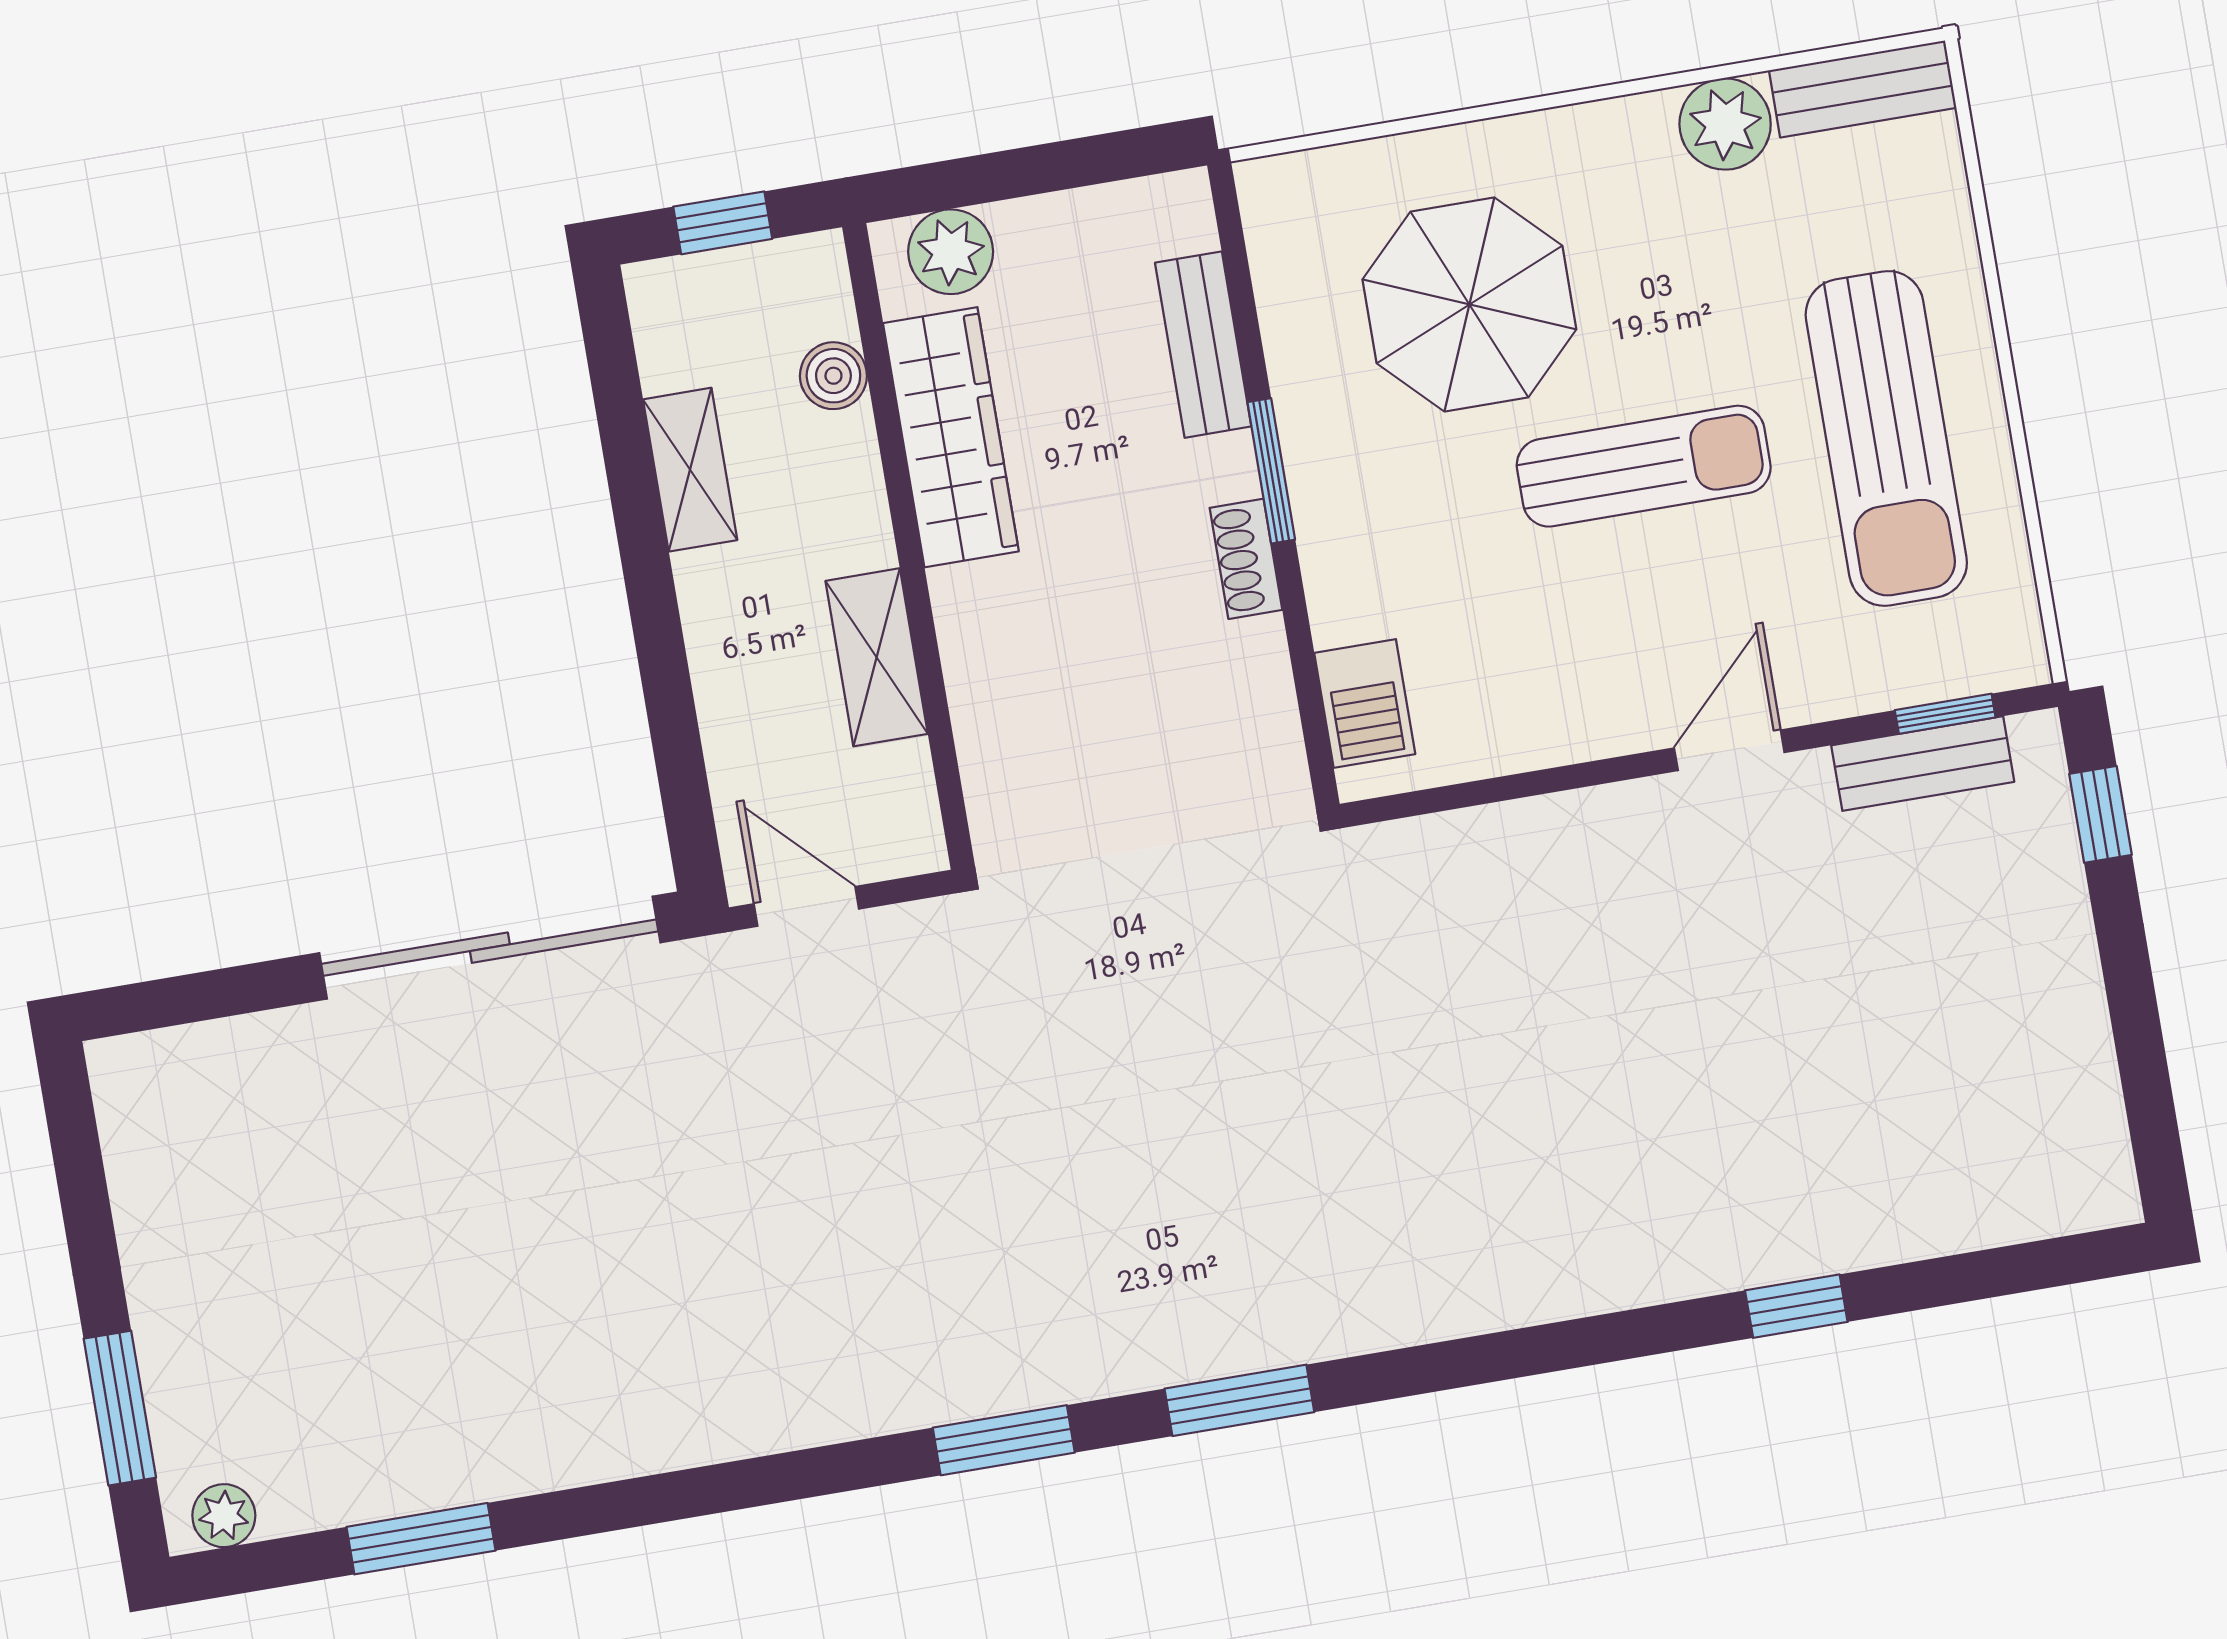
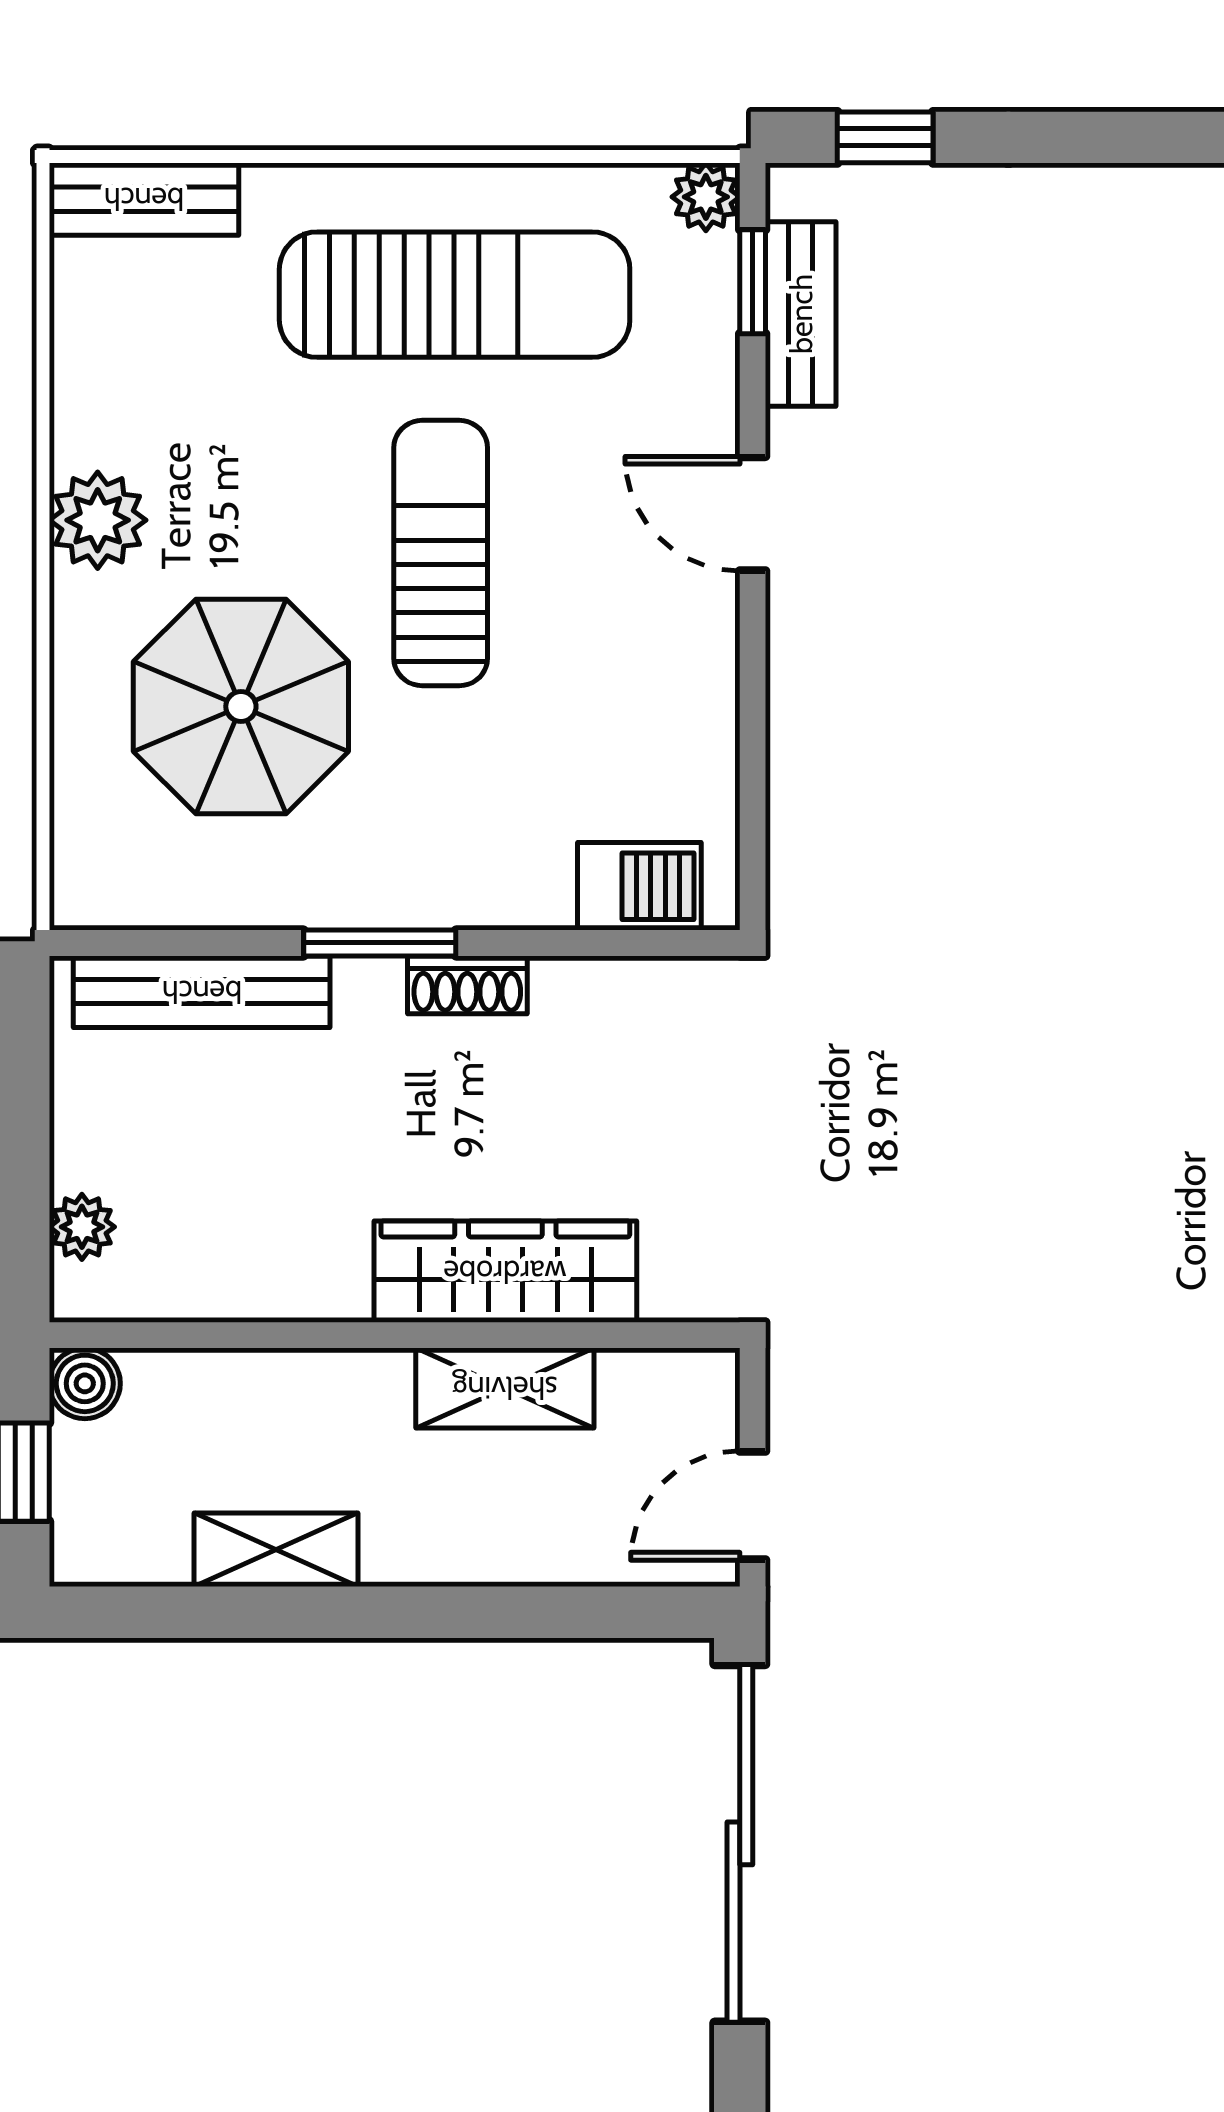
bench: (1863, 89) -> (144, 199), moved, turned 90
plant: (1725, 124) -> (98, 520), moved
plant: (951, 252) -> (82, 1227), width x0.73, depth x0.73
bench: (1203, 345) -> (202, 992), width x1.36
boiler: (833, 376) -> (85, 1383), moved
wardrobe: (951, 437) -> (505, 1272), moved
plant: (2017, 657) -> (706, 197), added

